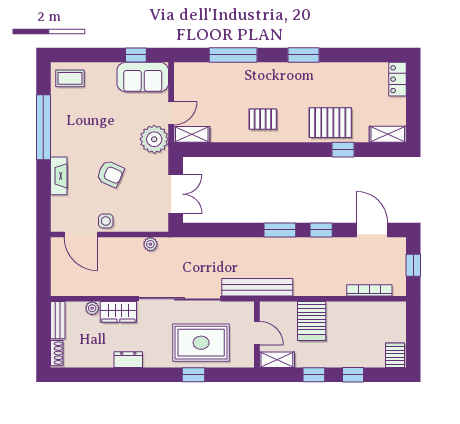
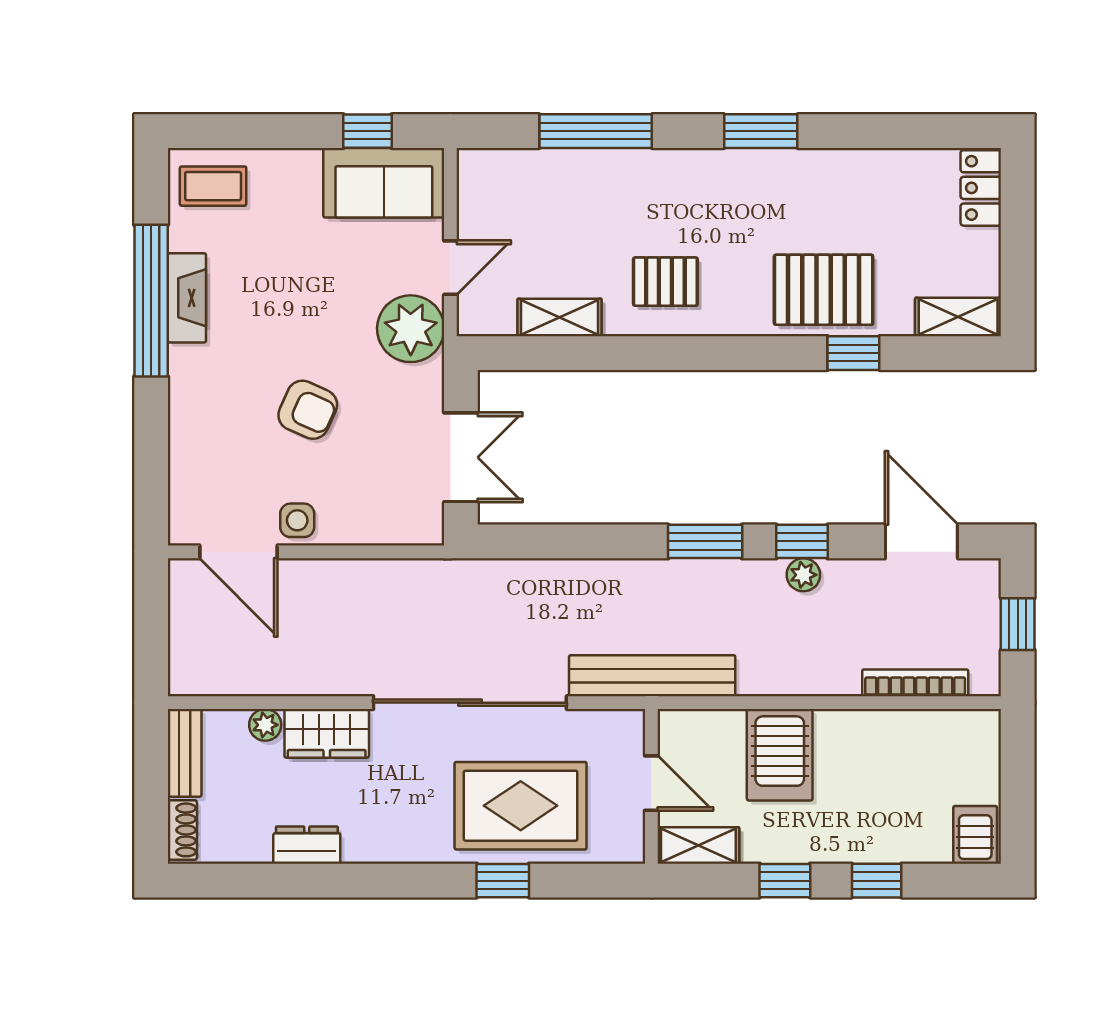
shelving: (192, 134) -> (560, 317), moved
fireplace: (59, 176) -> (187, 298), moved
plant: (150, 244) -> (803, 575), moved
dresser: (128, 360) -> (307, 845), moved

